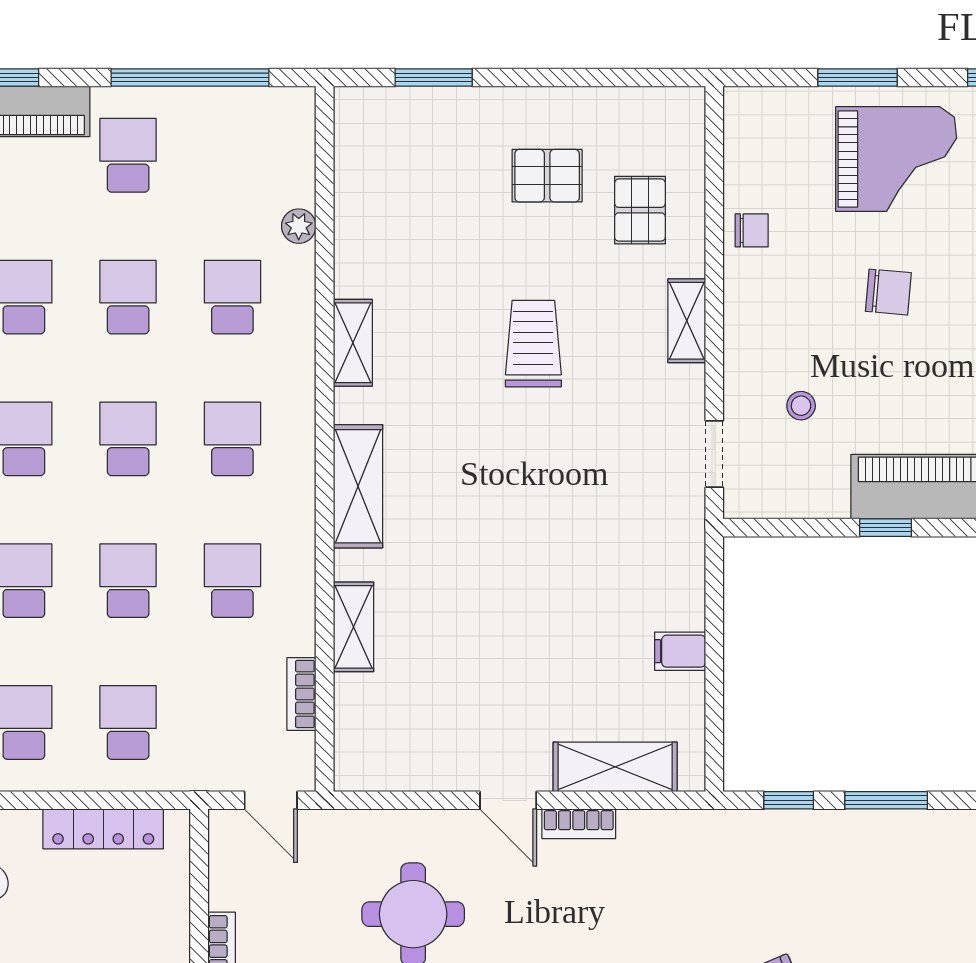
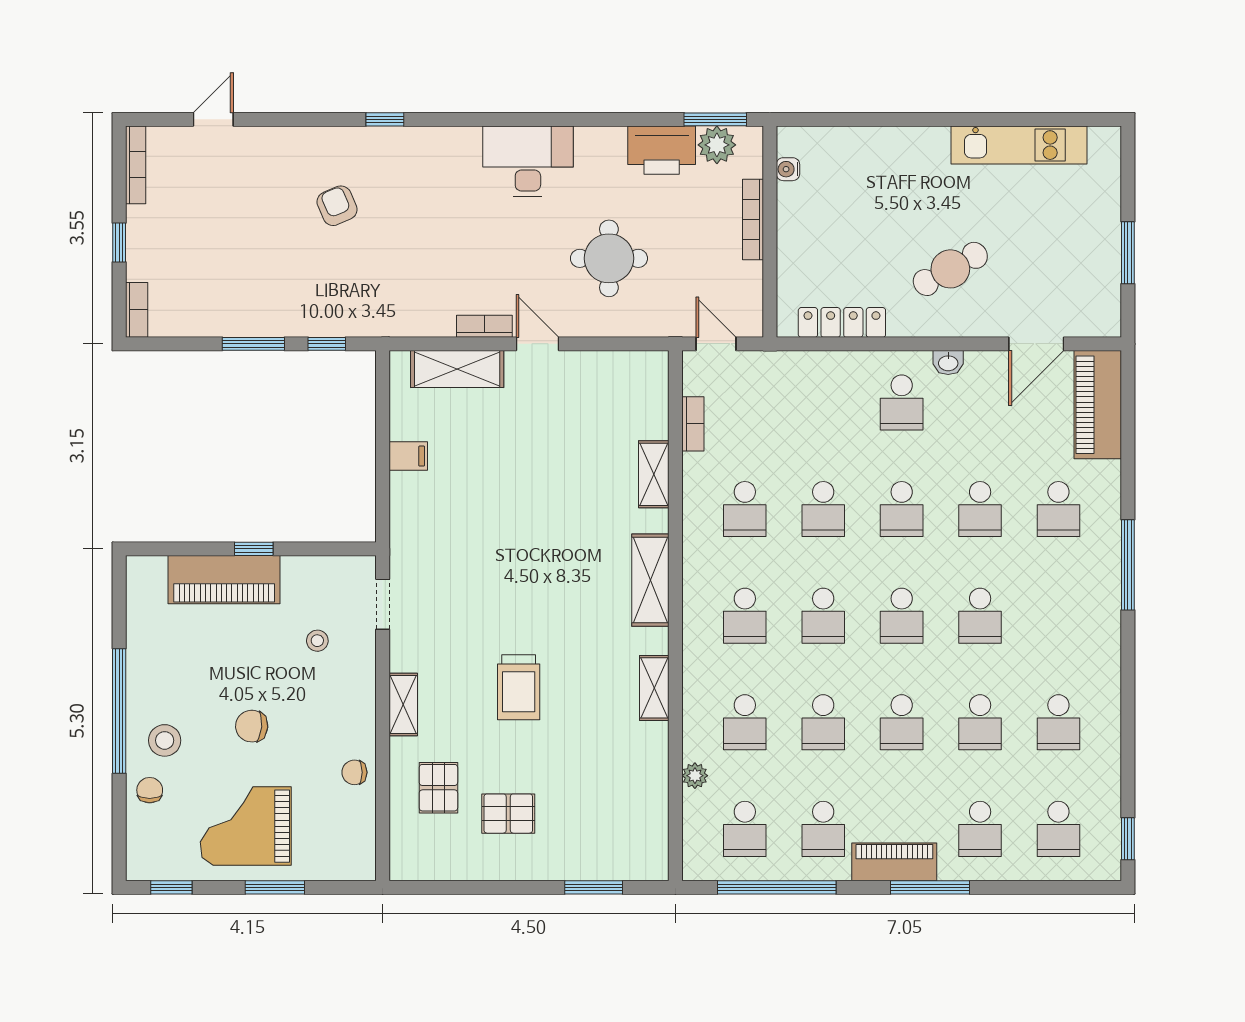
school desk: (128, 723) -> (745, 829), moved

